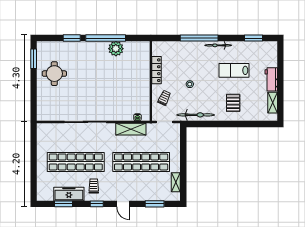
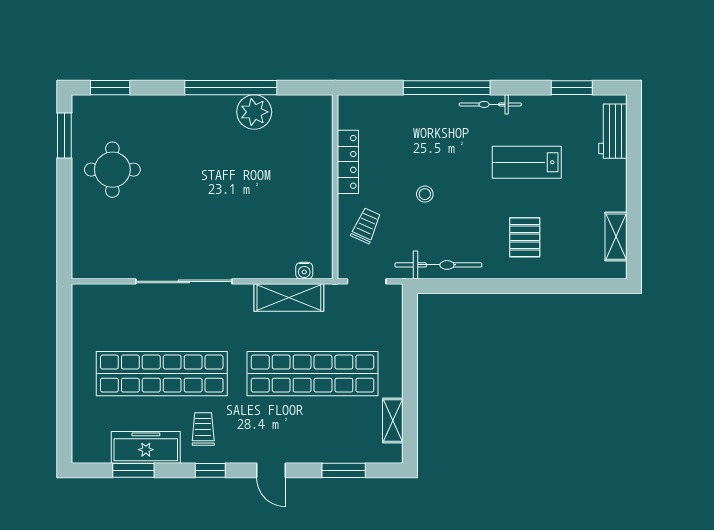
window: (72, 38) -> (110, 88), moved
workbench: (271, 79) -> (613, 131), moved

